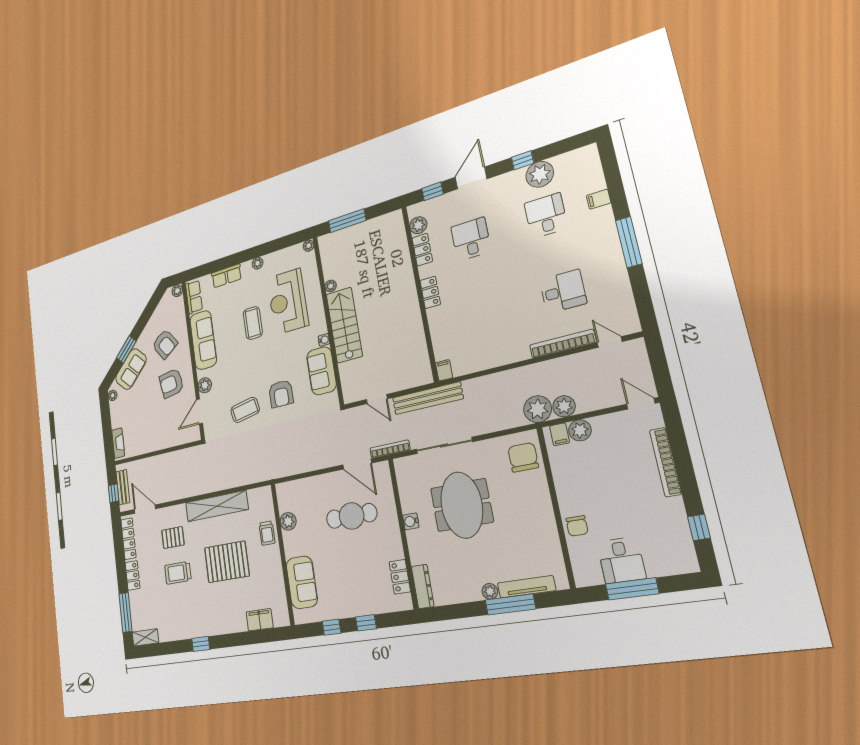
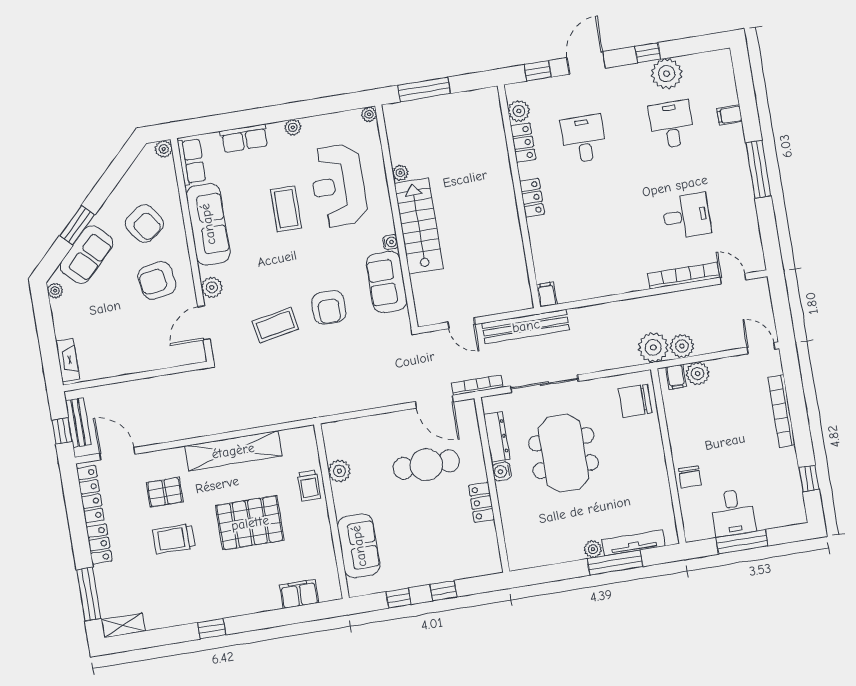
chair: (523, 457) -> (635, 401), turned -90
locker: (400, 577) -> (481, 502), moved
dresser: (423, 586) -> (497, 437), moved

